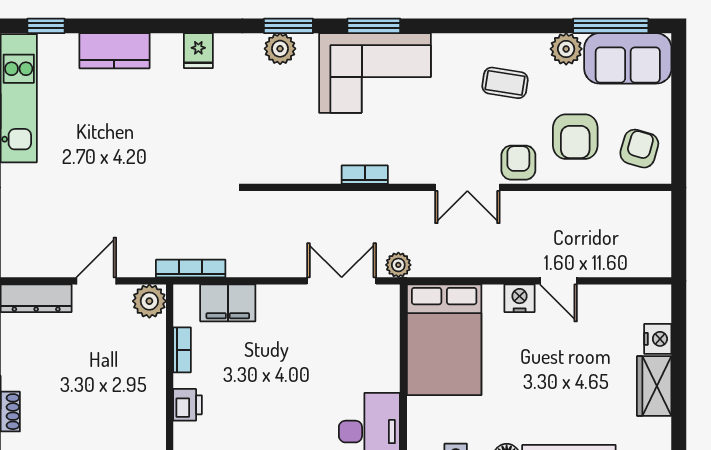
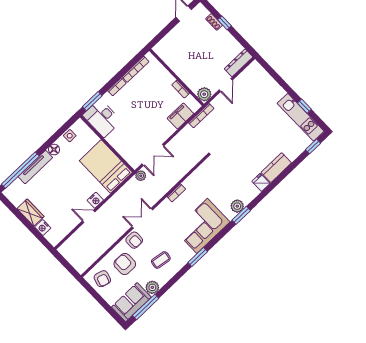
window: (374, 26) -> (198, 257), moved
kitchen counter: (114, 51) -> (276, 168), moved
printer: (187, 405) -> (163, 74), removed

